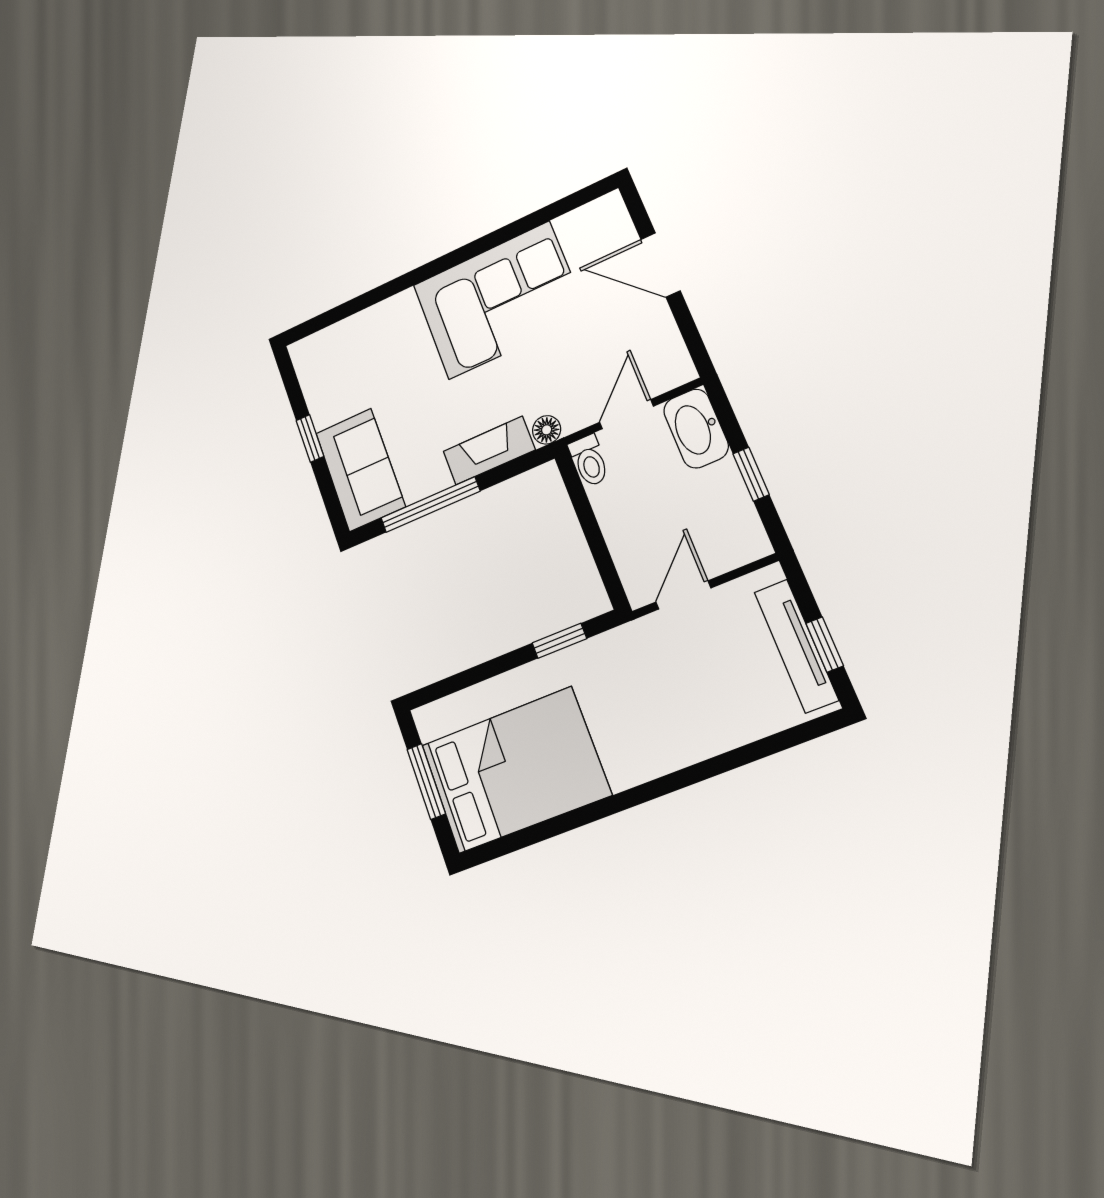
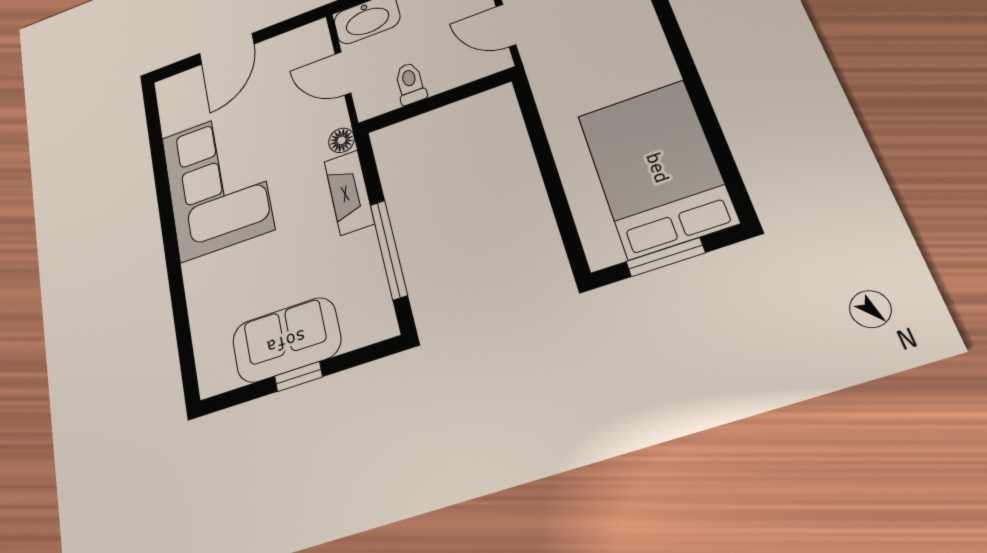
toilet: (589, 461) -> (410, 83), moved, turned -90
sofa: (360, 470) -> (286, 340), moved
window: (559, 641) -> (535, 128), removed

